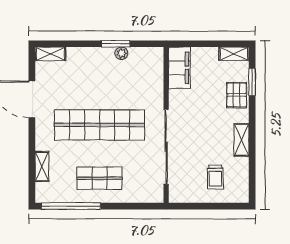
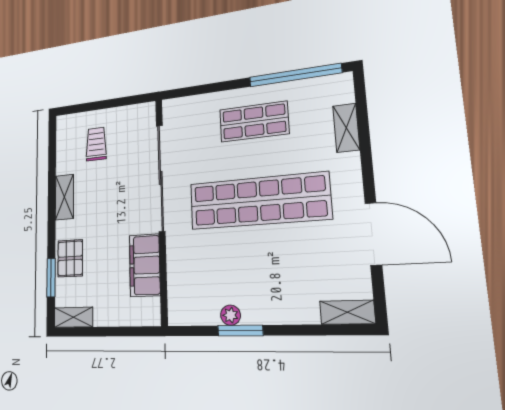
filing cabinet: (179, 68) -> (145, 265), moved

